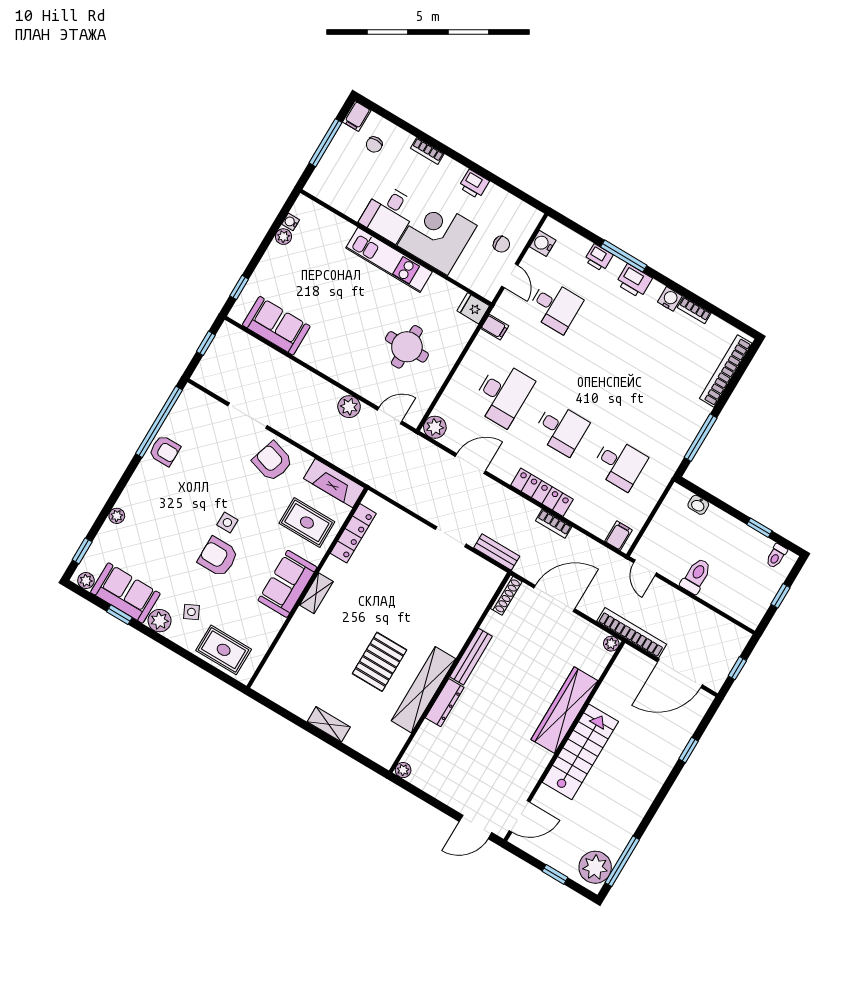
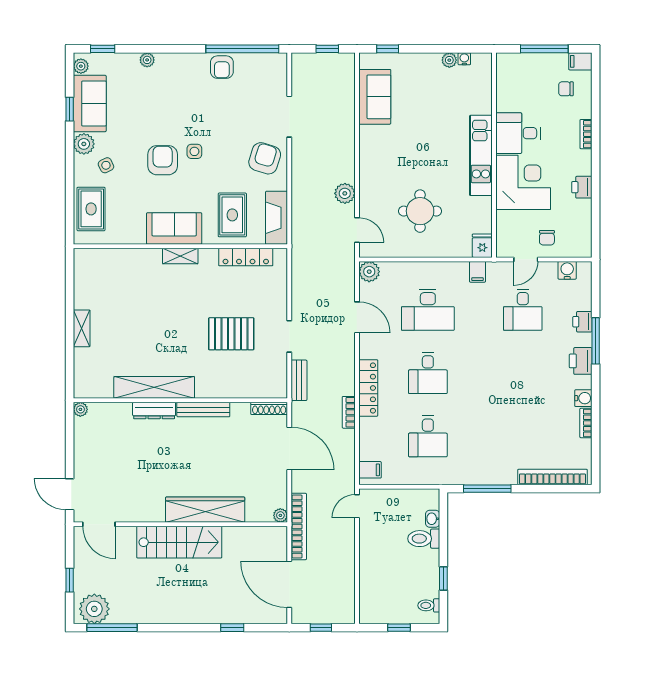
toilet: (696, 576) -> (424, 539), moved, turned 180
pallet: (380, 662) -> (231, 334), moved

